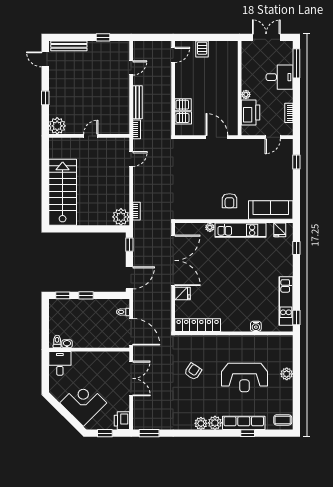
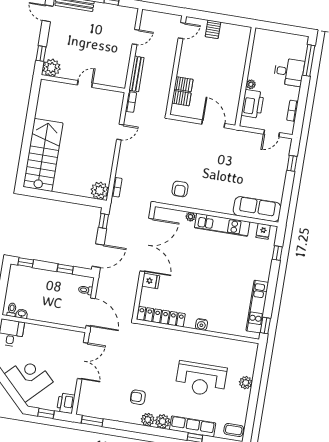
double door: (266, 37) -> (282, 28), removed
plant: (57, 126) -> (51, 68), moved
wall: (89, 136) -> (83, 84), moved
door: (91, 136) -> (85, 84), moved
armchair: (229, 201) -> (180, 189), moved
window: (86, 295) -> (65, 269), moved
water cooler: (256, 326) -> (201, 324), moved
armchair: (193, 371) -> (138, 397), moved, turned -124

